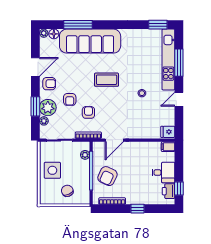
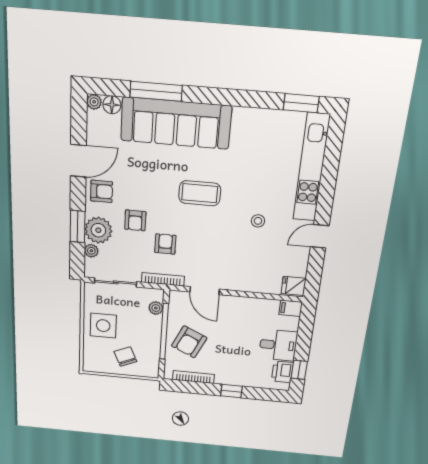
window: (179, 63) -> (329, 175), removed
door: (114, 140) -> (205, 291), hinge flipped

